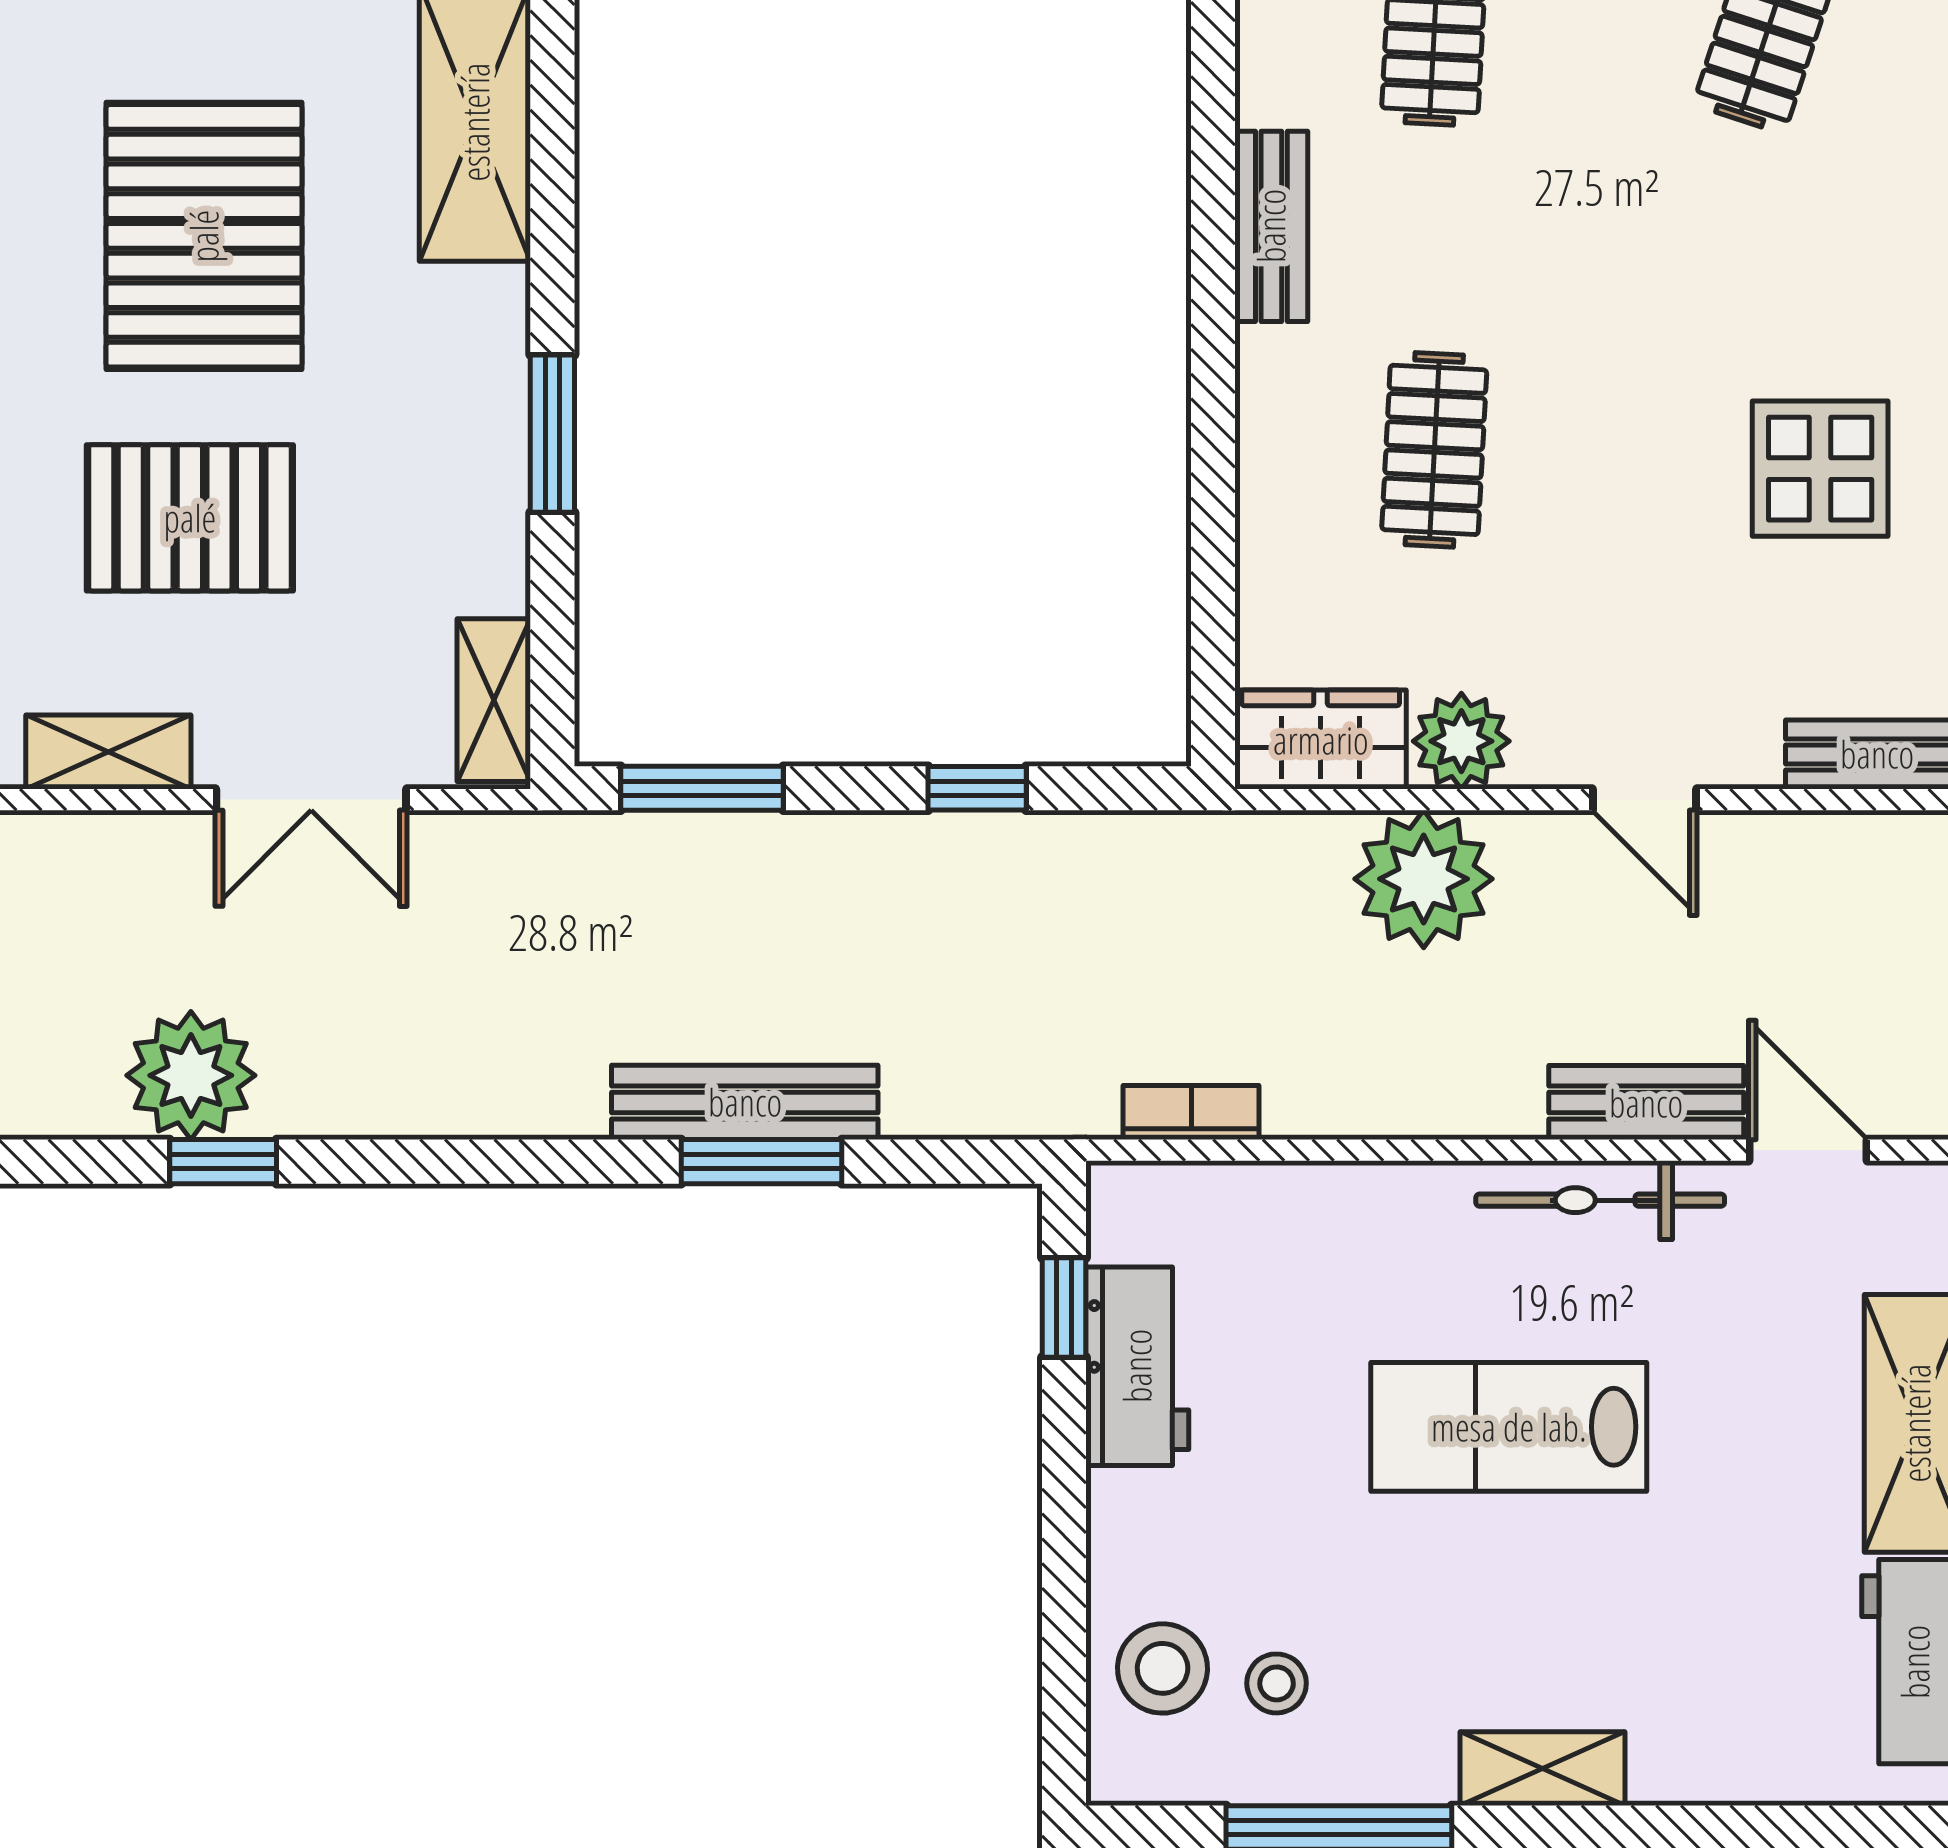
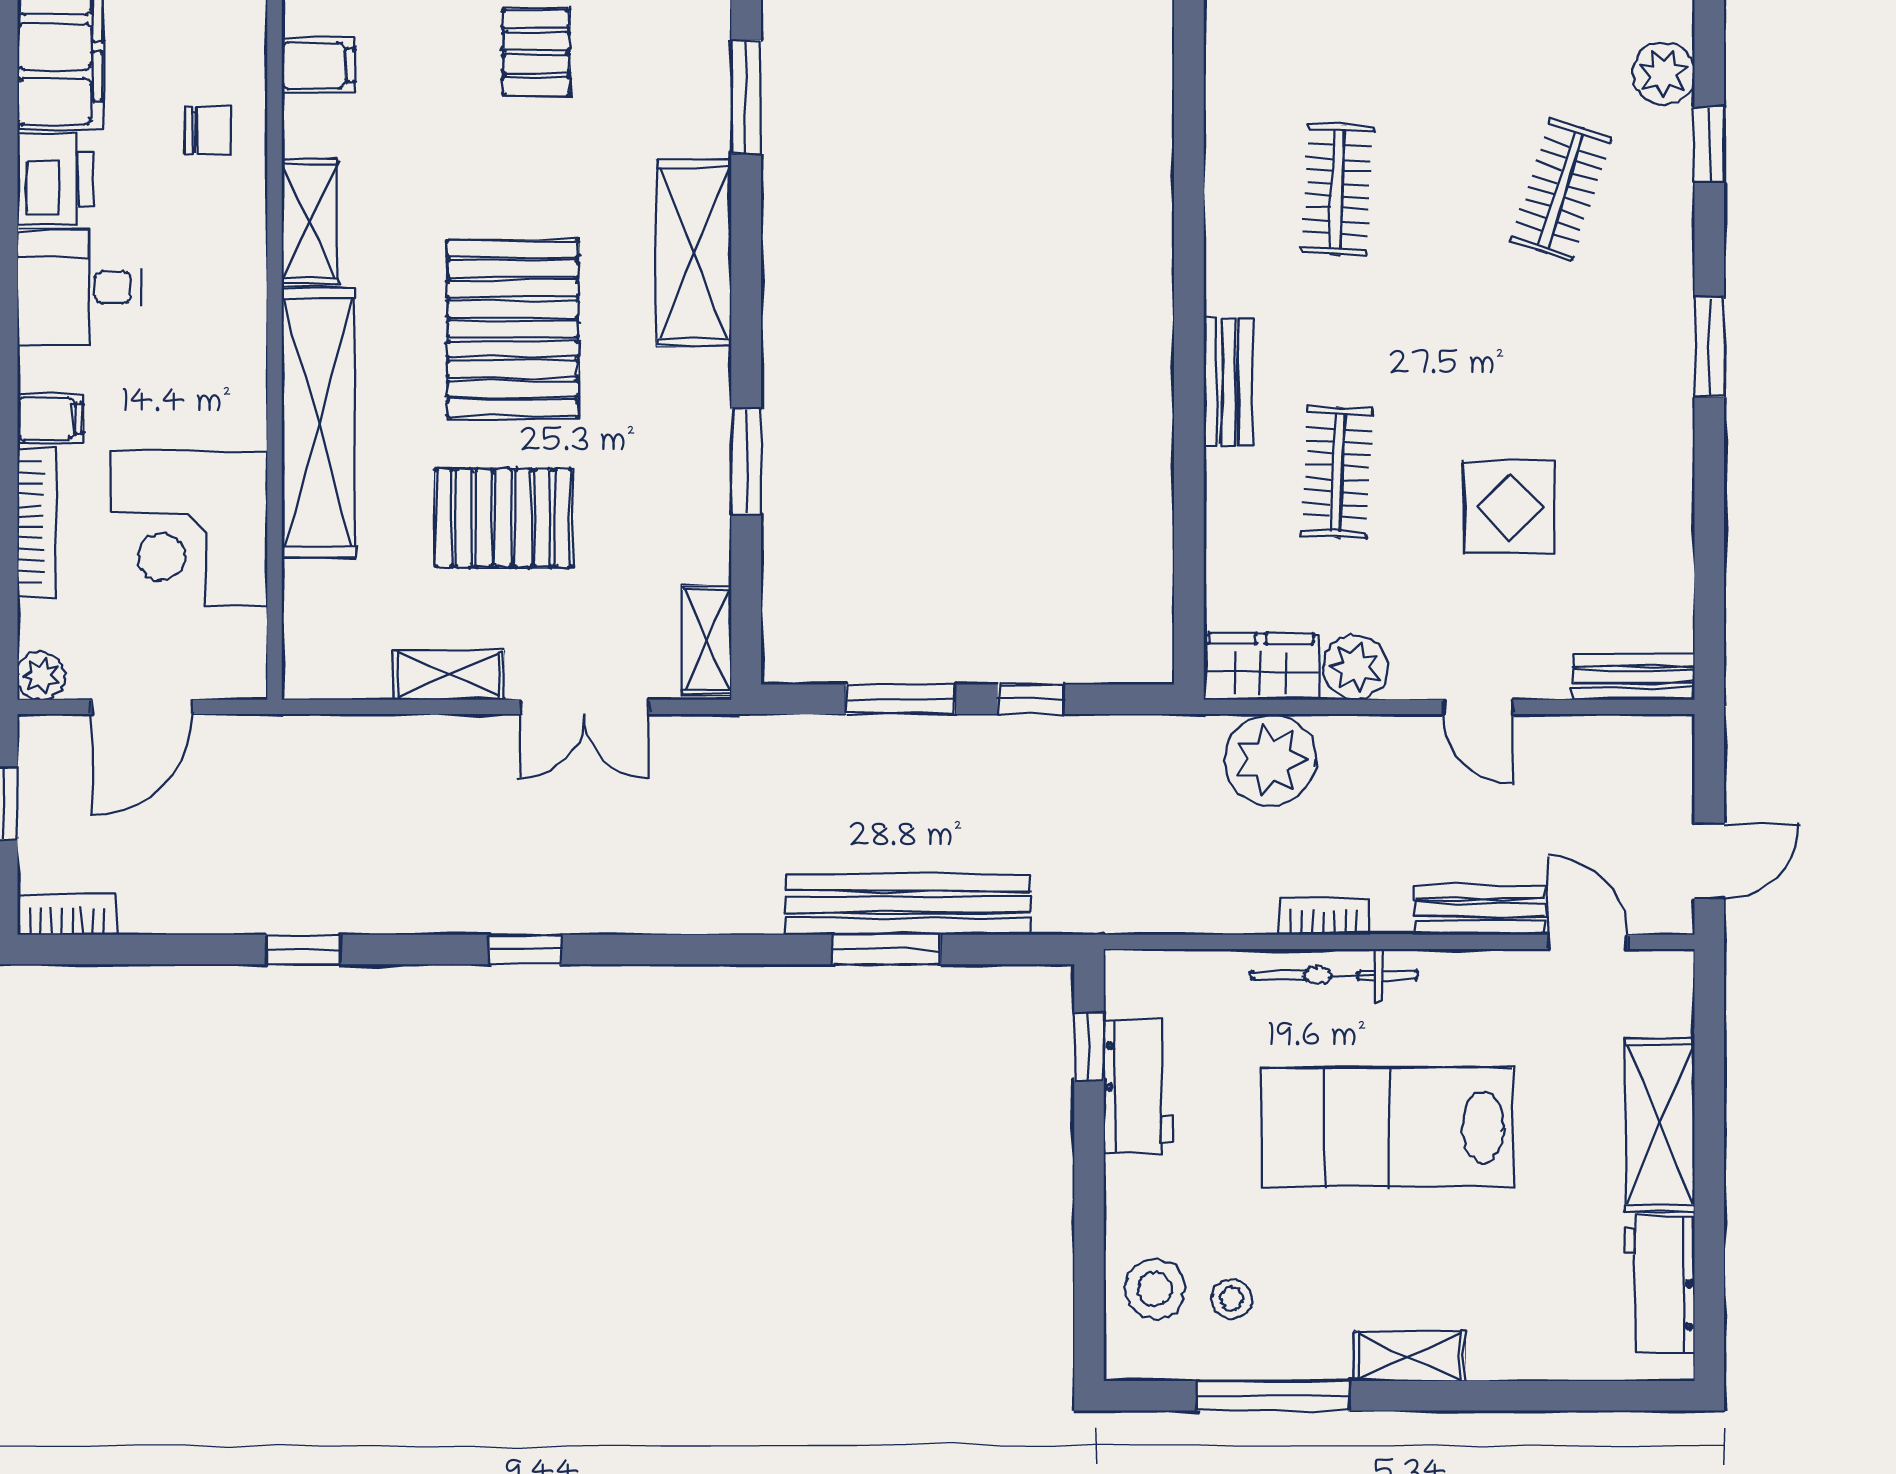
bench: (1271, 226) -> (1228, 382), moved
display table: (1820, 469) -> (1509, 507), moved
window: (702, 788) -> (900, 699), moved
plant: (1424, 879) -> (1270, 760), moved
plant: (191, 1075) -> (504, 892), removed
bench: (745, 1102) -> (908, 904), width x1.37, depth x1.21
bookcase: (1191, 1113) -> (1324, 917), moved
bicycle: (1600, 1200) -> (1334, 975), moved
lab bench: (1509, 1427) -> (1387, 1127), width x1.36, depth x1.39

